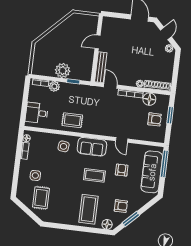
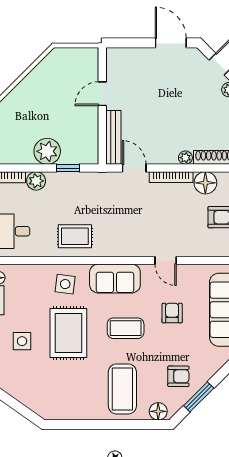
rug: (41, 198) -> (68, 333), moved, width x1.36, depth x1.43

